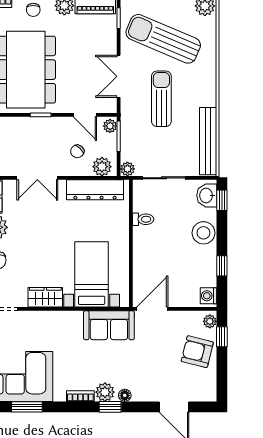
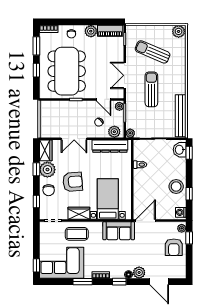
sun lounger: (163, 39) -> (153, 52), width x0.73, depth x0.75
stool: (203, 233) -> (176, 186), moved
armchair: (35, 247) -> (73, 182), added
coffee table: (42, 330) -> (77, 234), added
armchair: (197, 352) -> (174, 247), turned -104
plant: (105, 392) -> (139, 272), moved
window: (27, 407) -> (83, 282), moved

